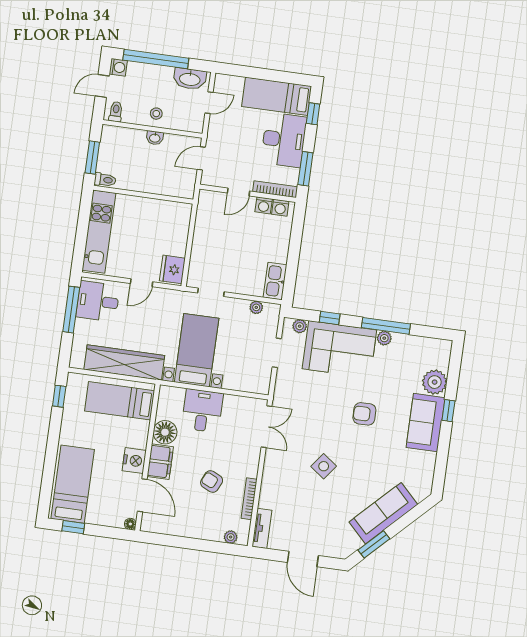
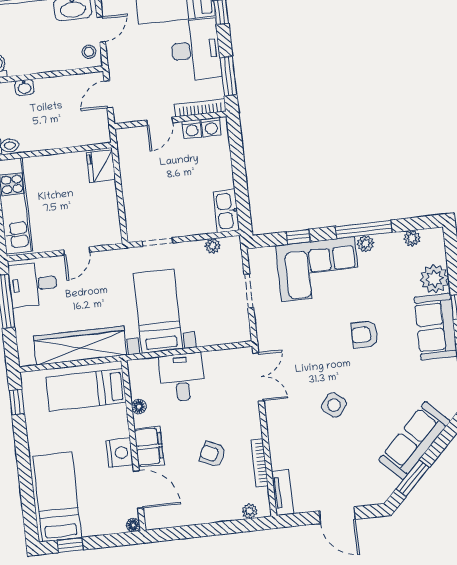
stool: (156, 114) -> (89, 52), moved
washbasin: (155, 138) -> (24, 87), moved
fridge: (172, 269) -> (101, 166), moved
plant: (300, 326) -> (412, 238), moved
floor lamp: (165, 432) -> (139, 406), width x0.53, depth x0.53

